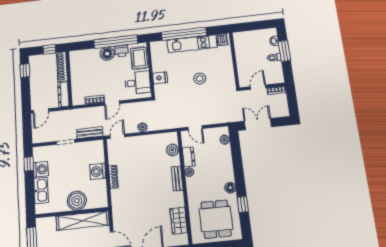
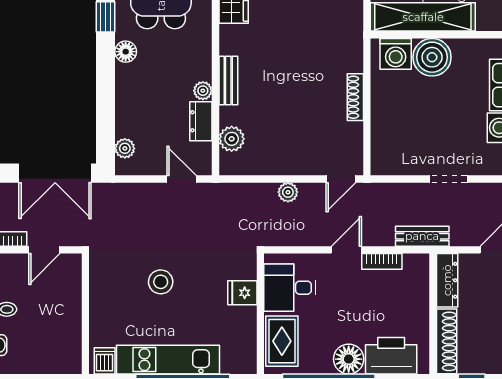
printer: (121, 51) -> (391, 356), moved, width x1.87, depth x1.48
double door: (258, 124) -> (55, 173), width x1.37
bench: (90, 133) -> (422, 236), moved
washing machine: (98, 171) -> (396, 54), moved, turned 90

